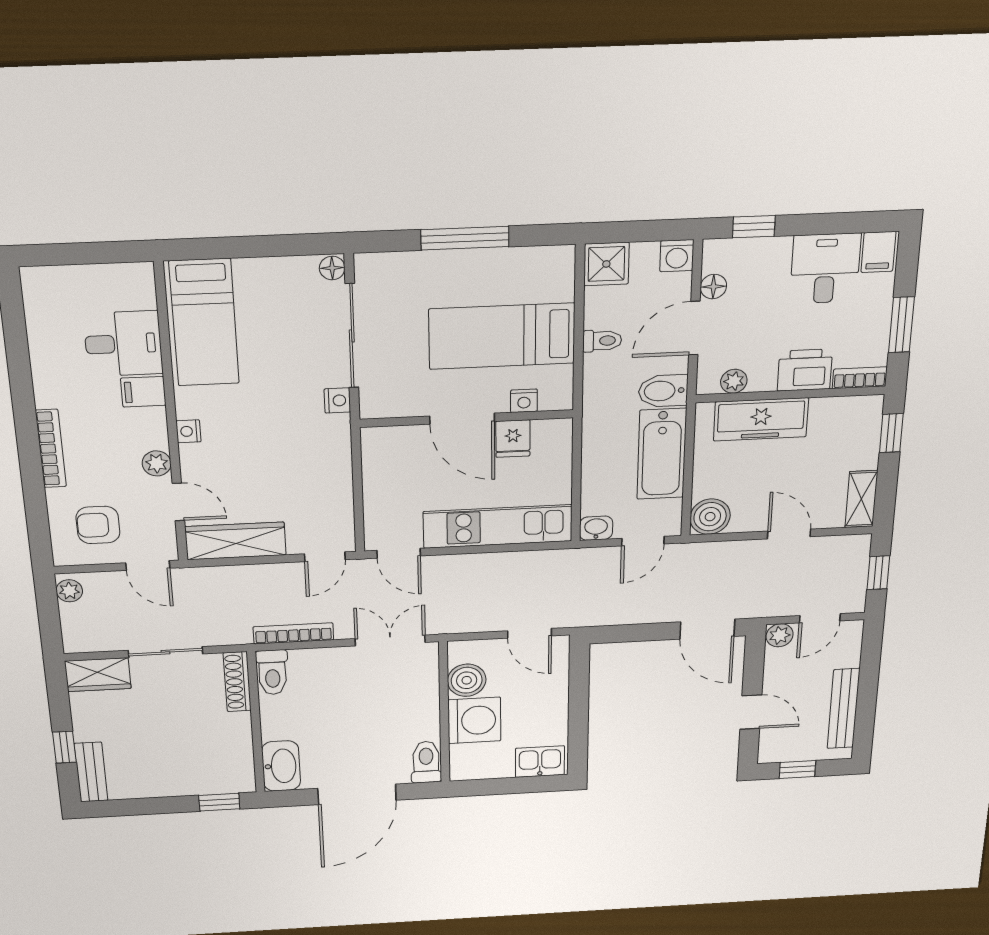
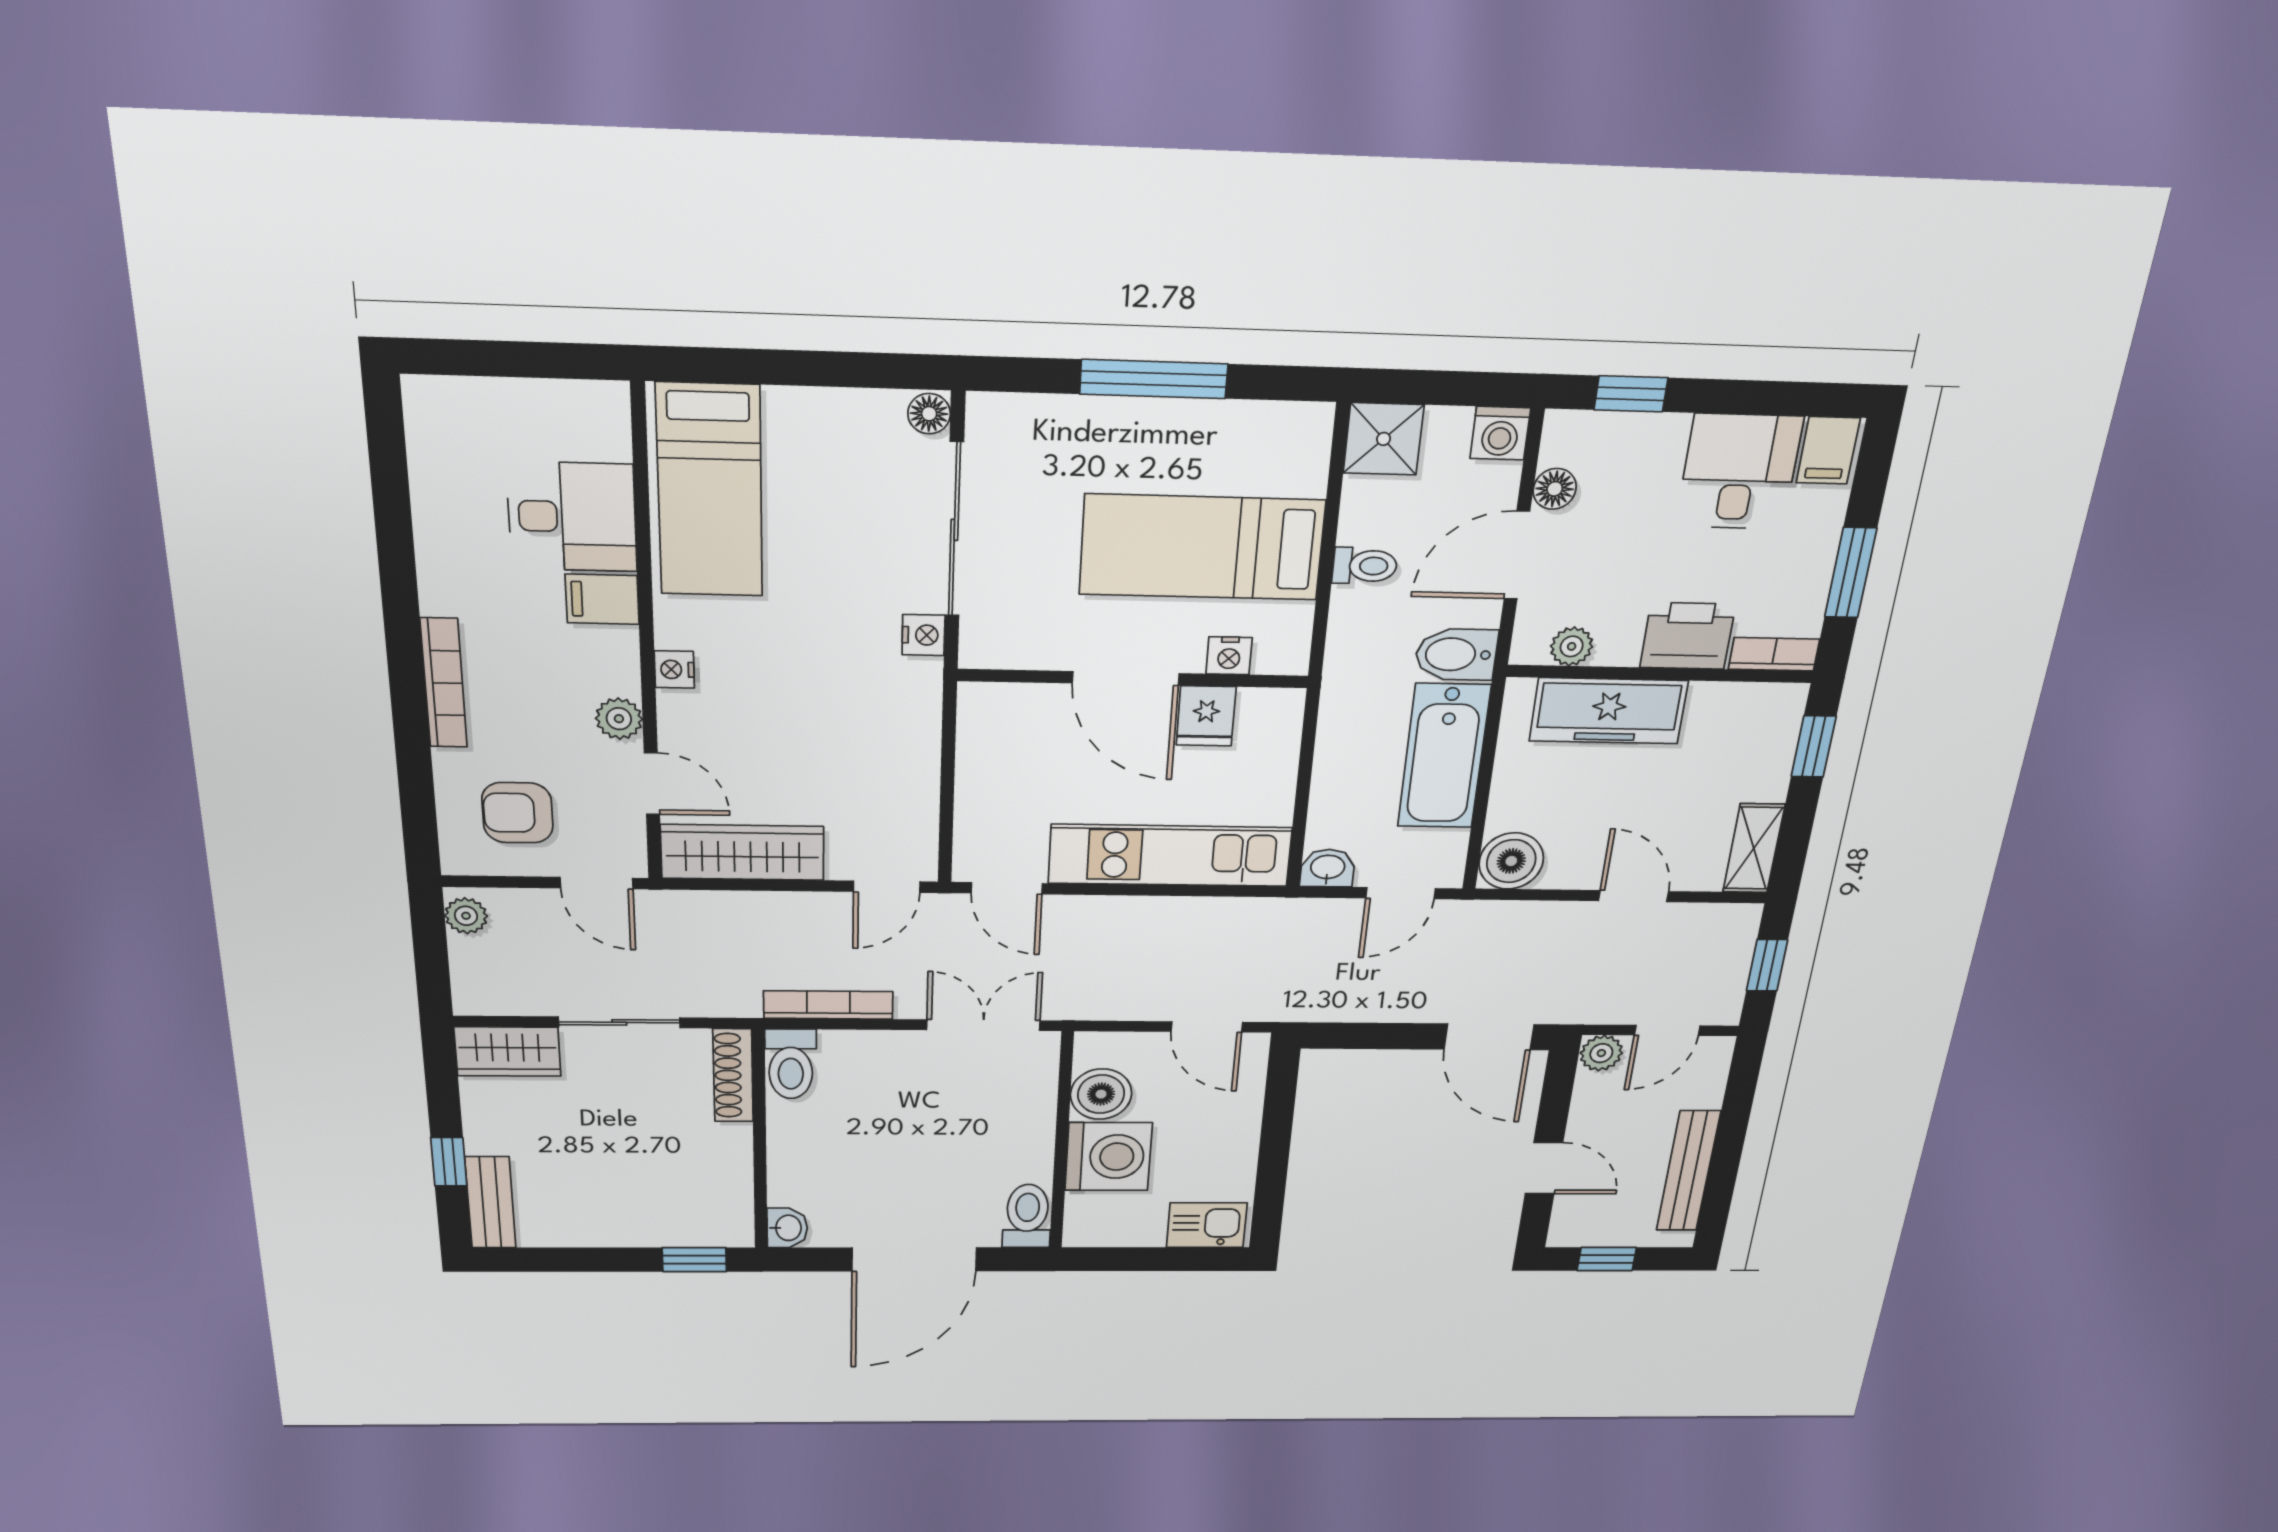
washbasin: (281, 766) -> (787, 1228), width x0.52, depth x0.69

